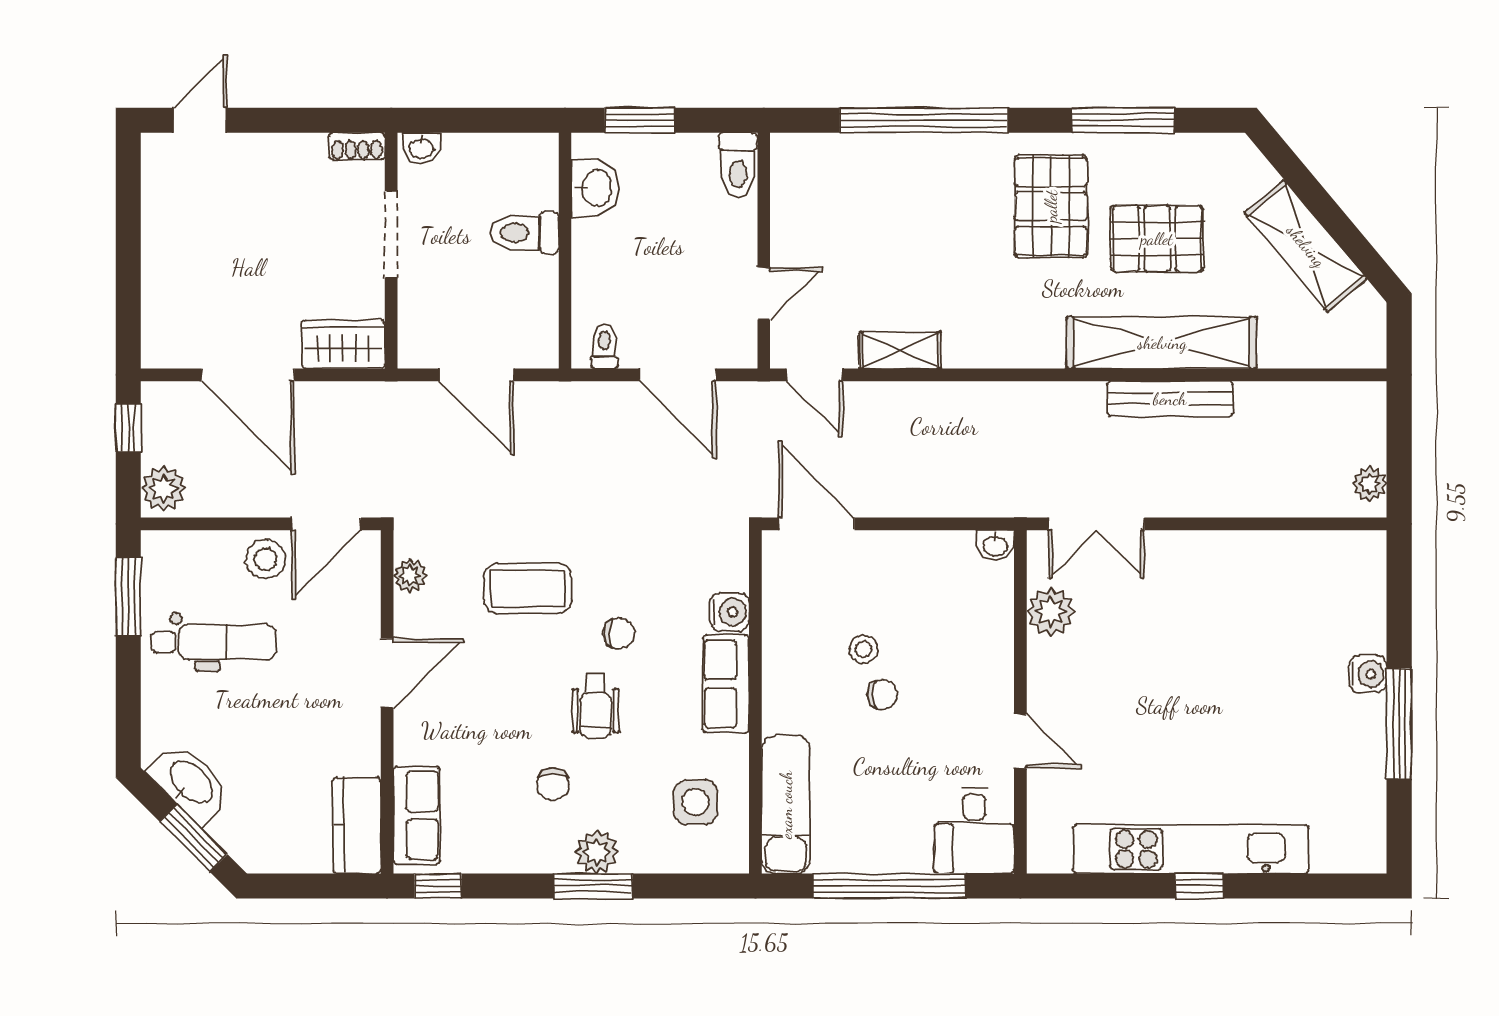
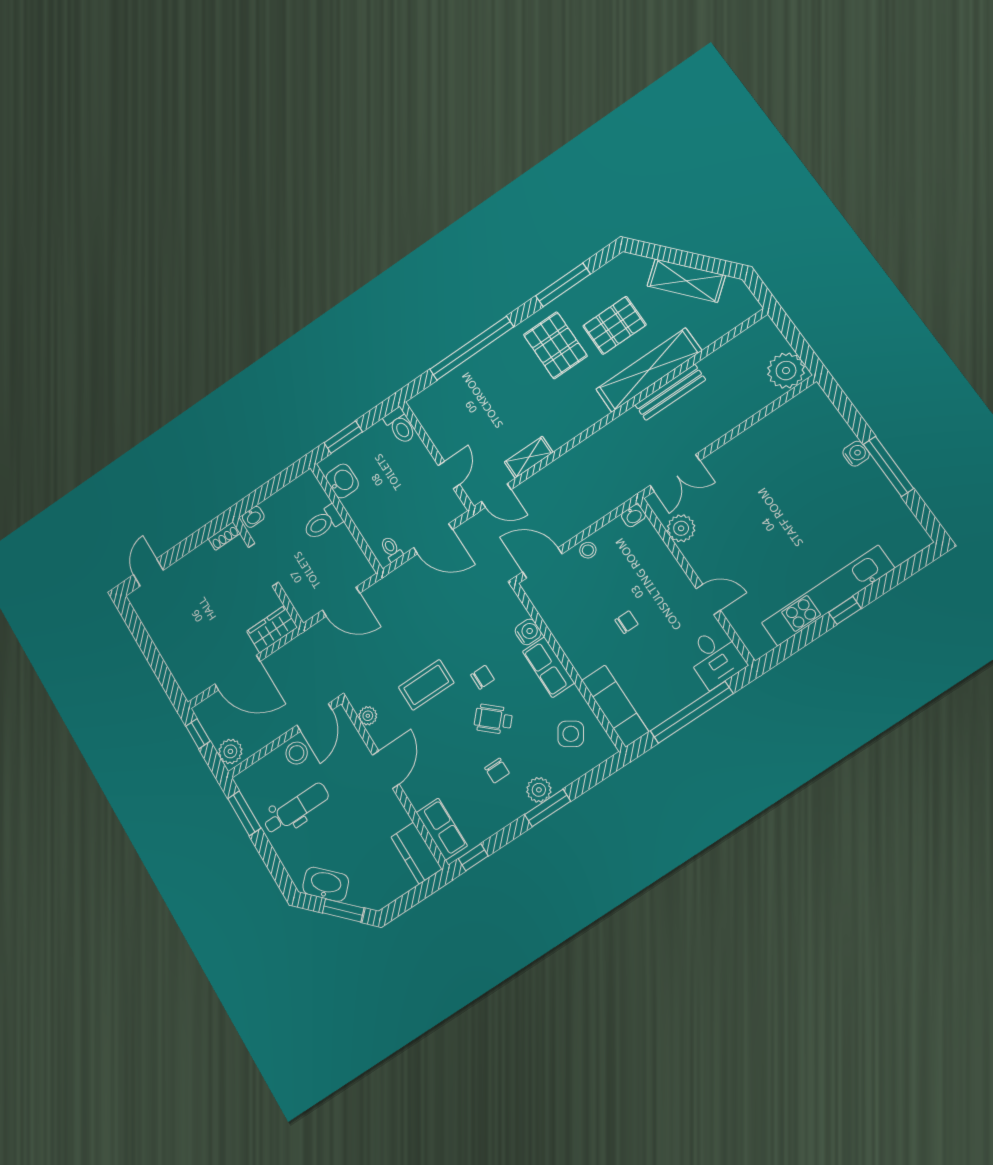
plant: (1370, 484) -> (786, 371), width x1.87, depth x1.87
stool: (863, 649) -> (588, 550), moved
wheelchair: (596, 706) -> (493, 719), turned 132
side table: (696, 802) -> (571, 734), turned 33

